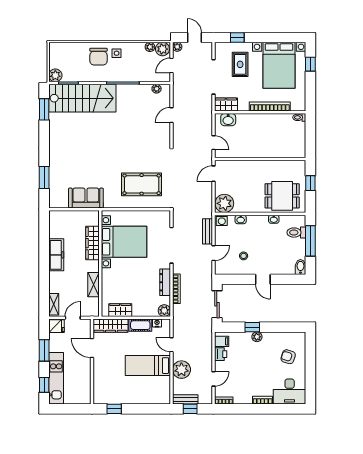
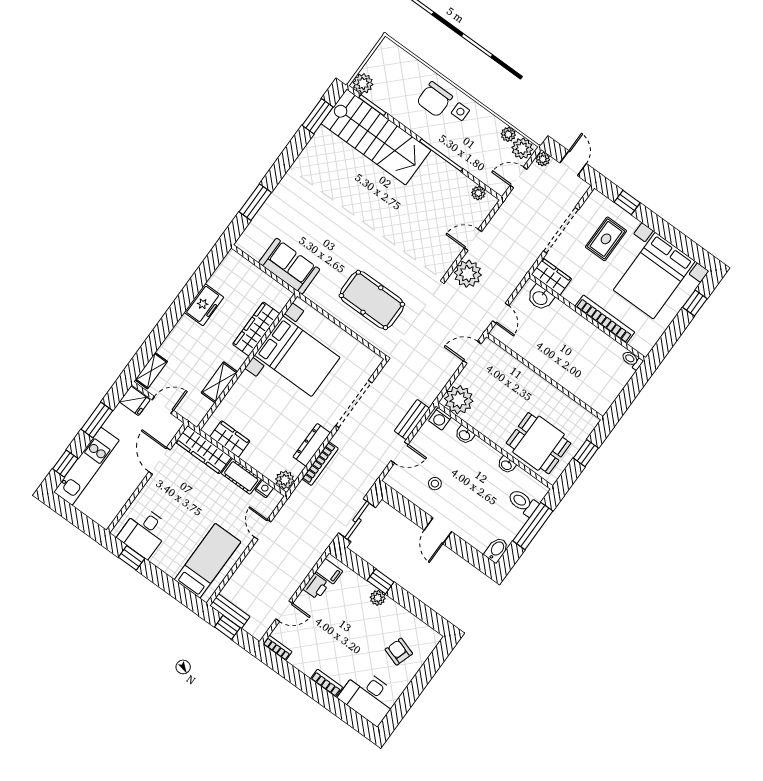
freezer: (56, 255) -> (204, 305), width x0.71
bed: (148, 366) -> (208, 561), moved, turned 90
plant: (181, 370) -> (468, 274), moved
desk: (111, 391) -> (144, 532), added

